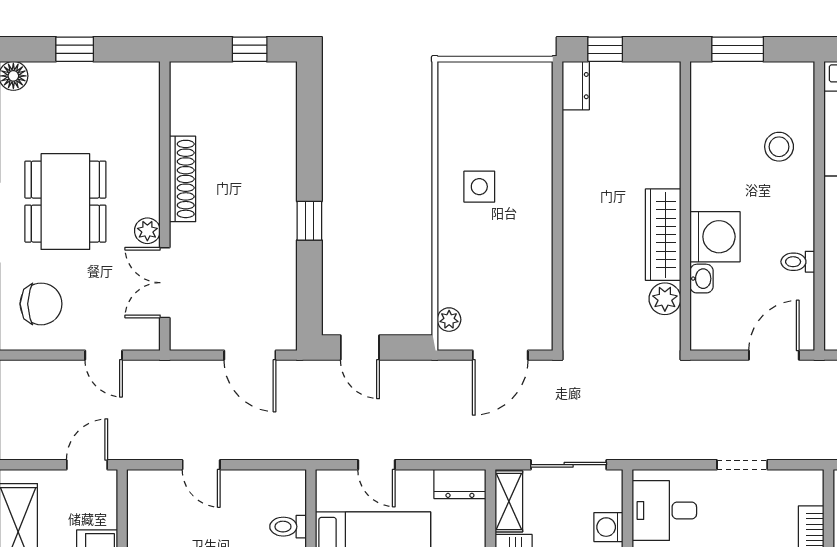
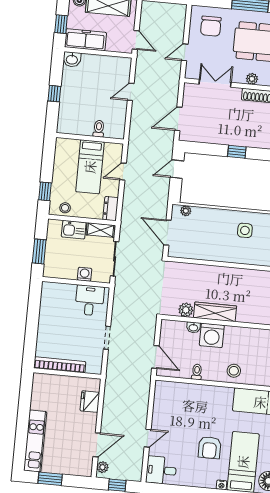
stool: (779, 147) -> (234, 371), moved
plant: (147, 231) -> (252, 79), moved

